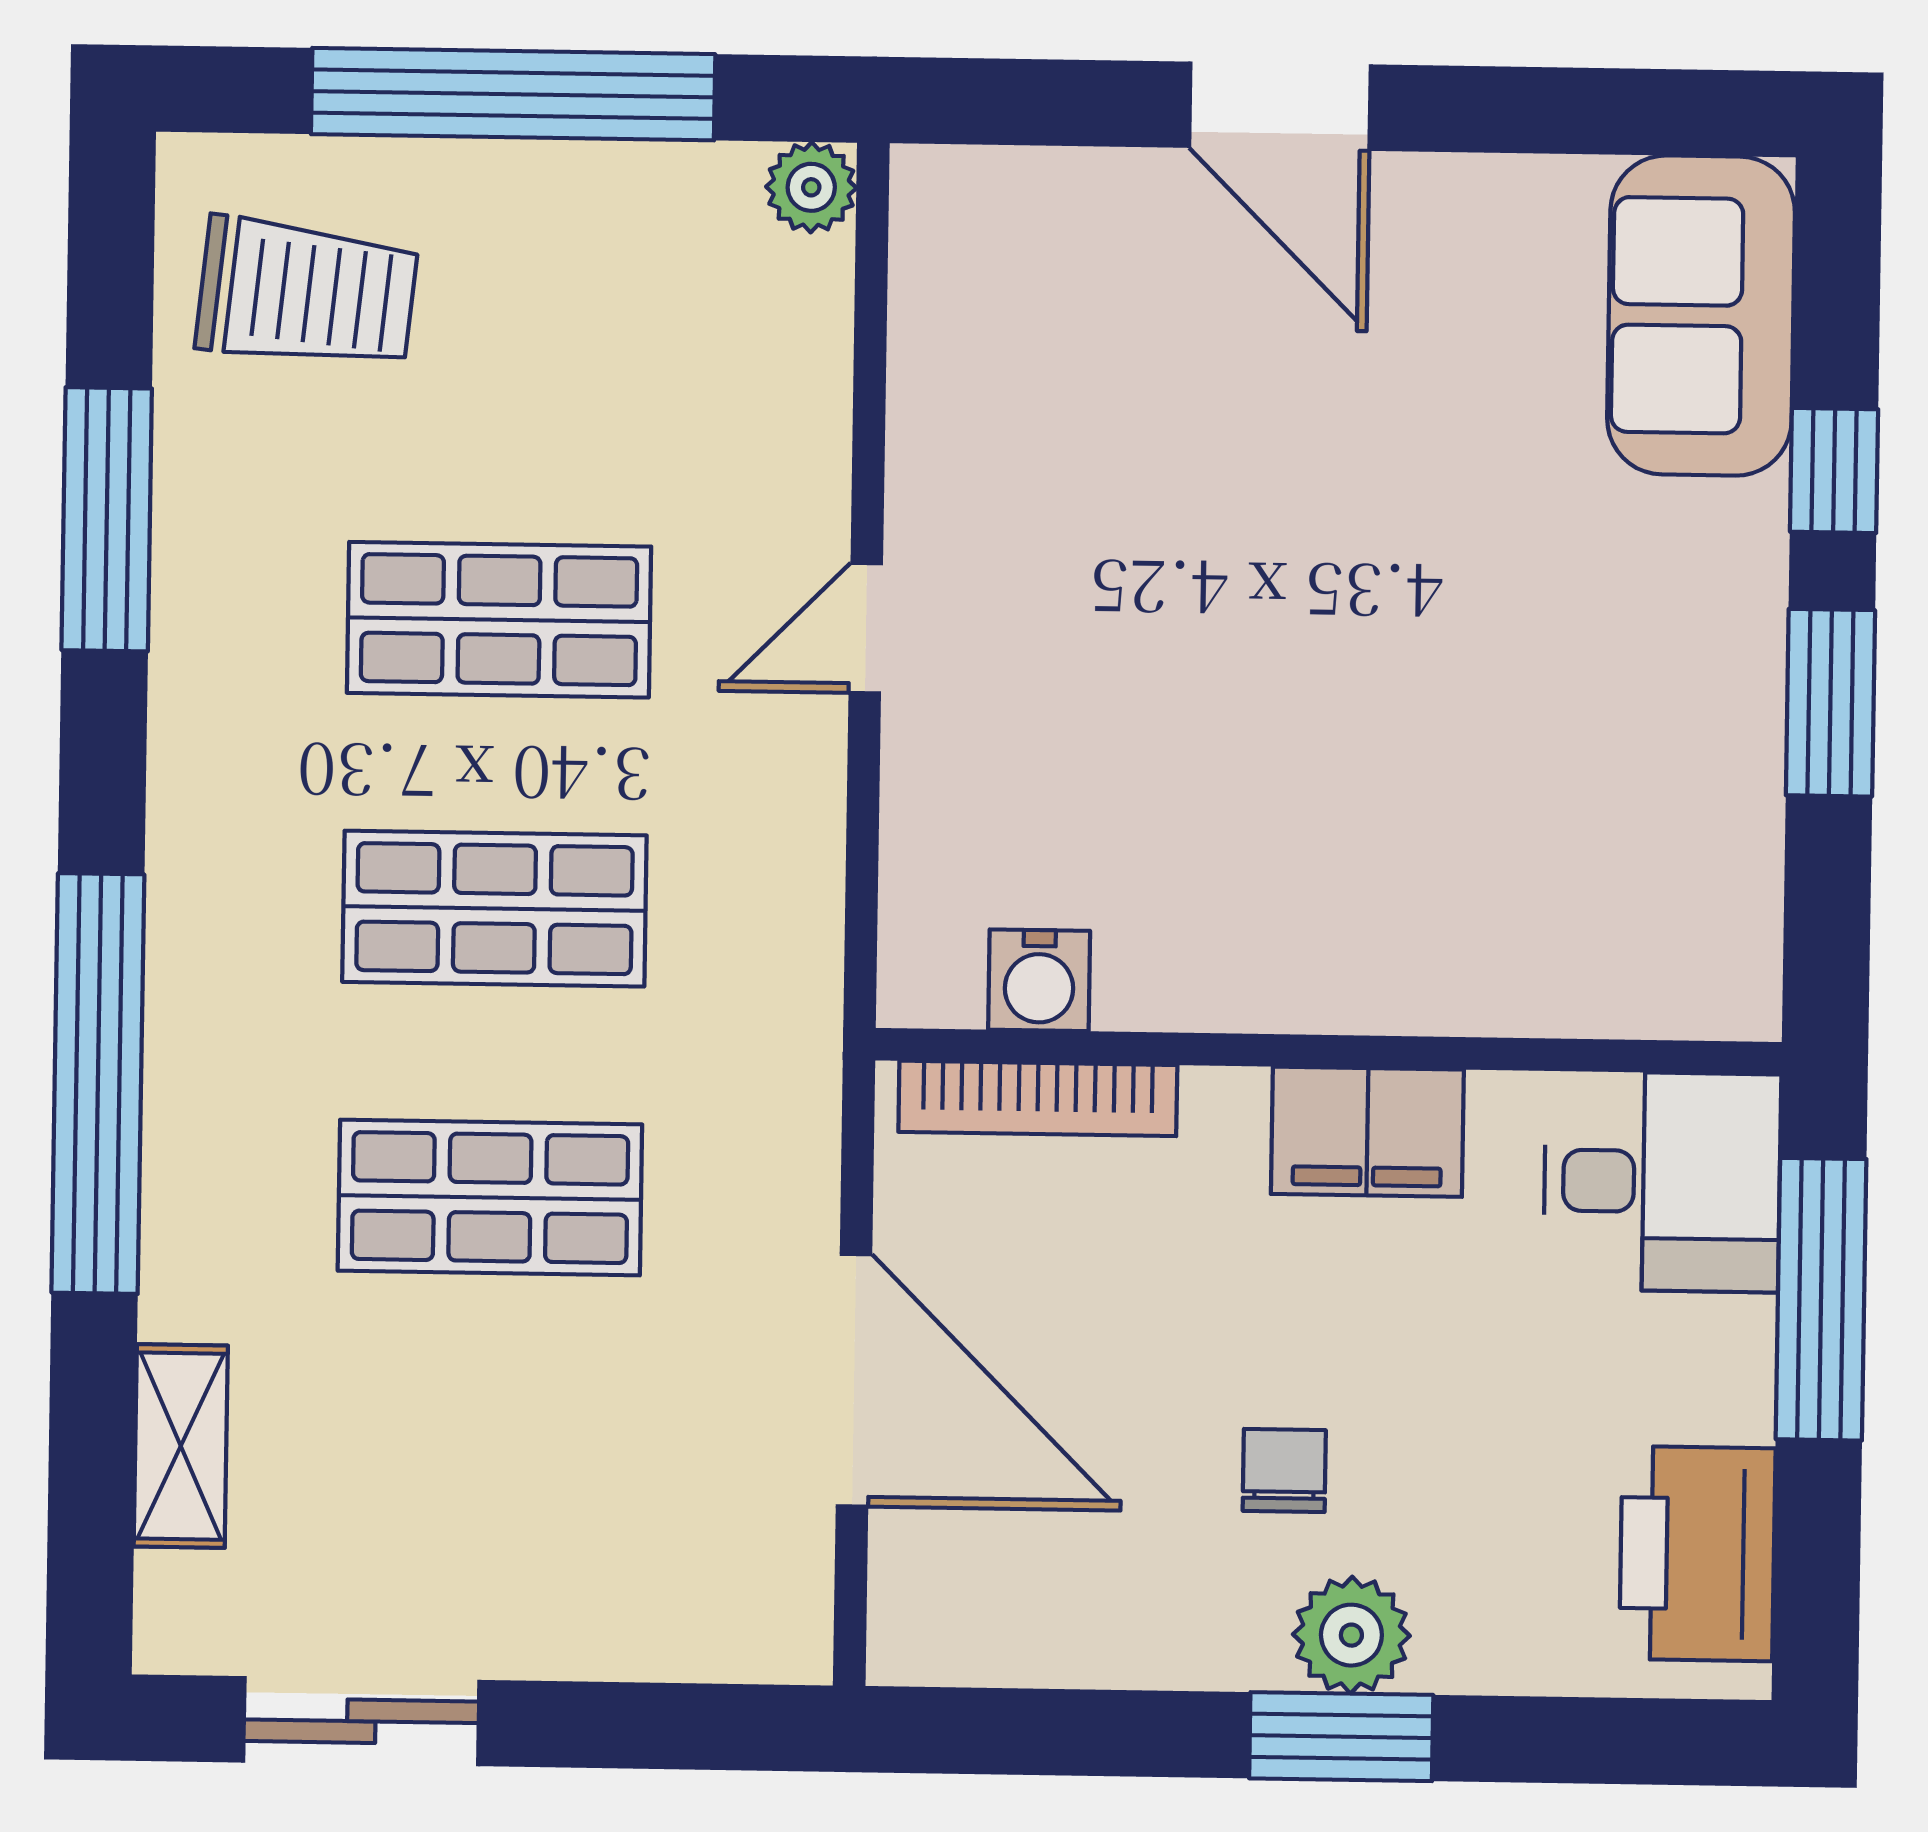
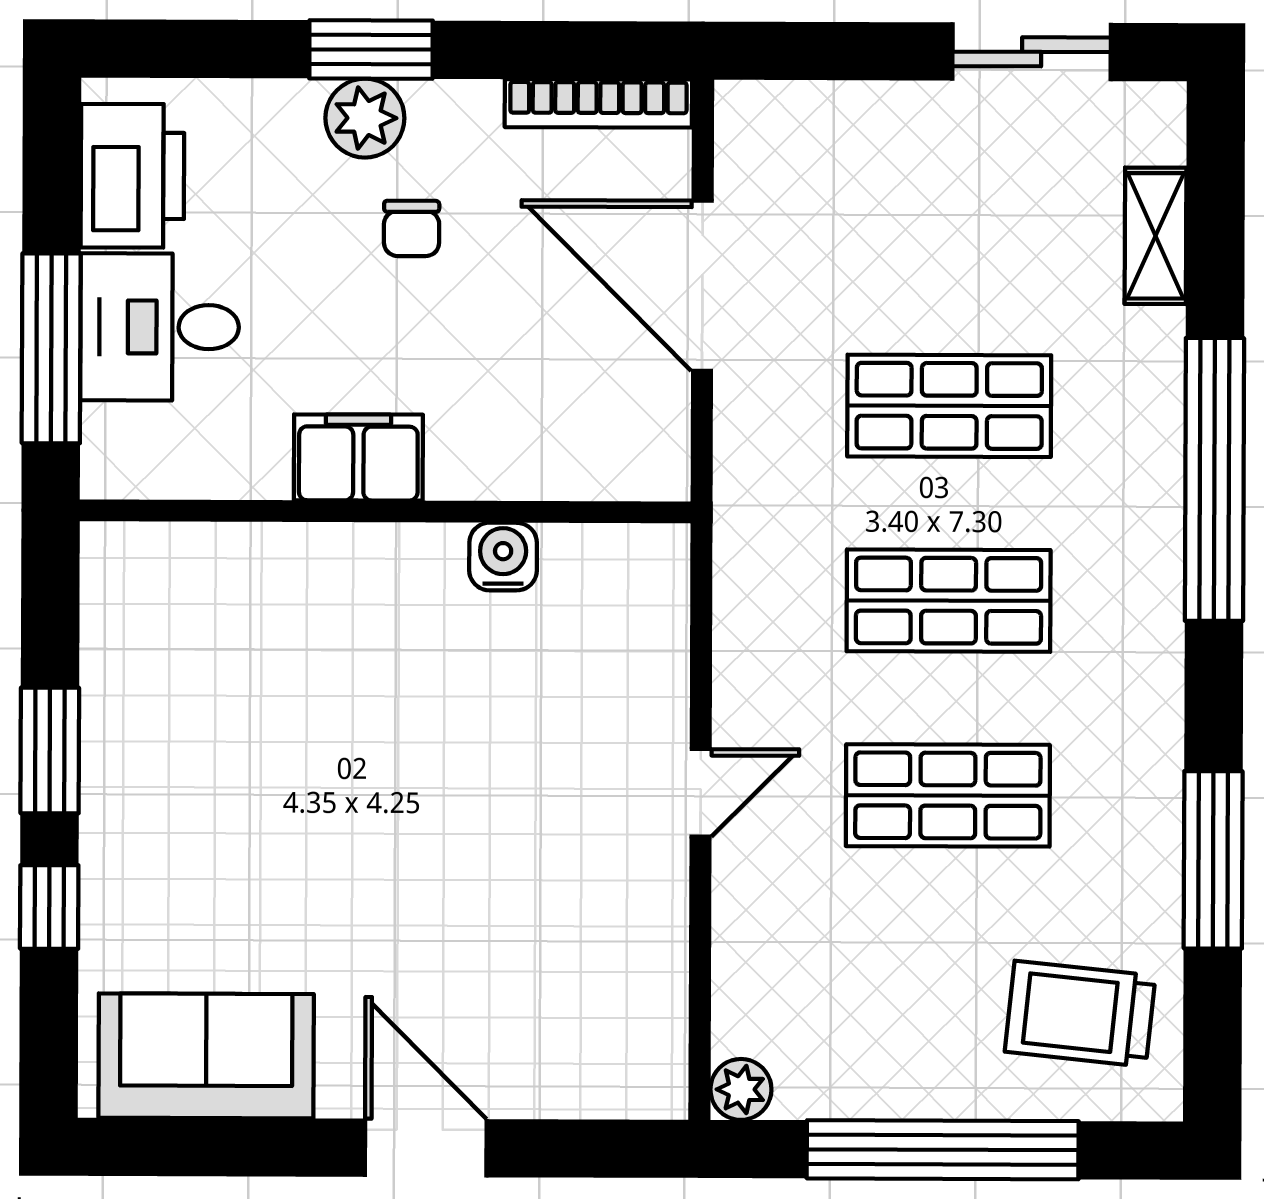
sofa: (1701, 316) -> (206, 1056), moved, turned -90
water cooler: (1039, 980) -> (503, 557), moved
bookcase: (1038, 1098) -> (598, 103), moved, turned 180
desk: (1662, 1182) -> (160, 327), moved

